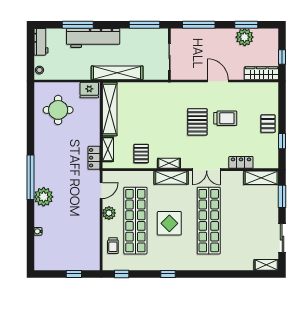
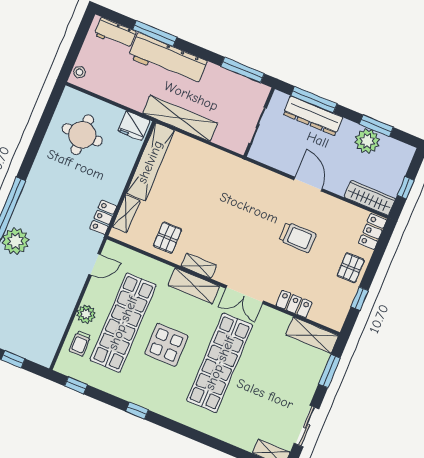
dresser: (202, 35) -> (313, 116), added
workbench: (41, 42) -> (115, 33), moved, turned 90
locker: (272, 94) -> (372, 232), added
pallet: (197, 122) -> (259, 227), removed
plant: (109, 213) -> (86, 314), moved

